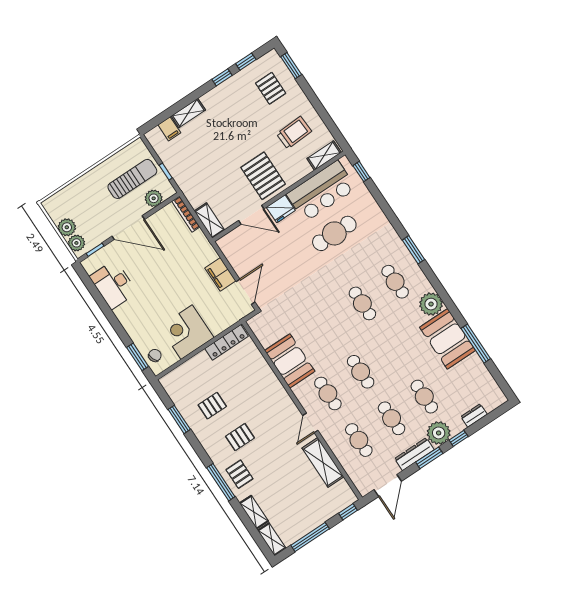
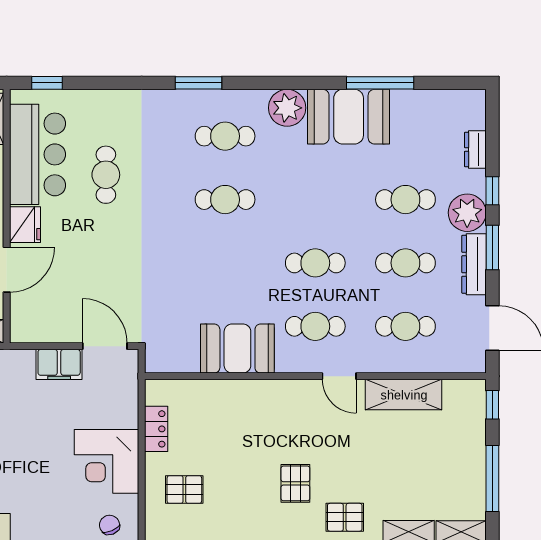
cafe table: (334, 233) -> (106, 175), width x0.73, depth x0.74
locker: (227, 342) -> (156, 429), width x0.66
pallet: (212, 406) -> (184, 490), moved, turned 90

